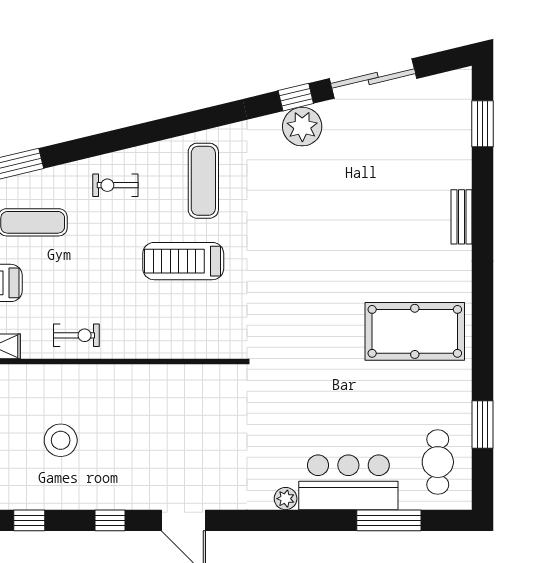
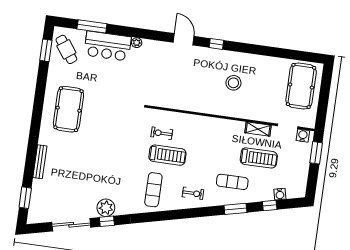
bench: (462, 217) -> (40, 162), width x1.36
pool table: (415, 331) -> (68, 109), turned 90
exercise bike: (76, 335) -> (162, 133), moved
window: (483, 424) -> (46, 50), moved
cafe table: (438, 462) -> (66, 49), turned -36
window: (29, 520) -> (252, 49), removed

